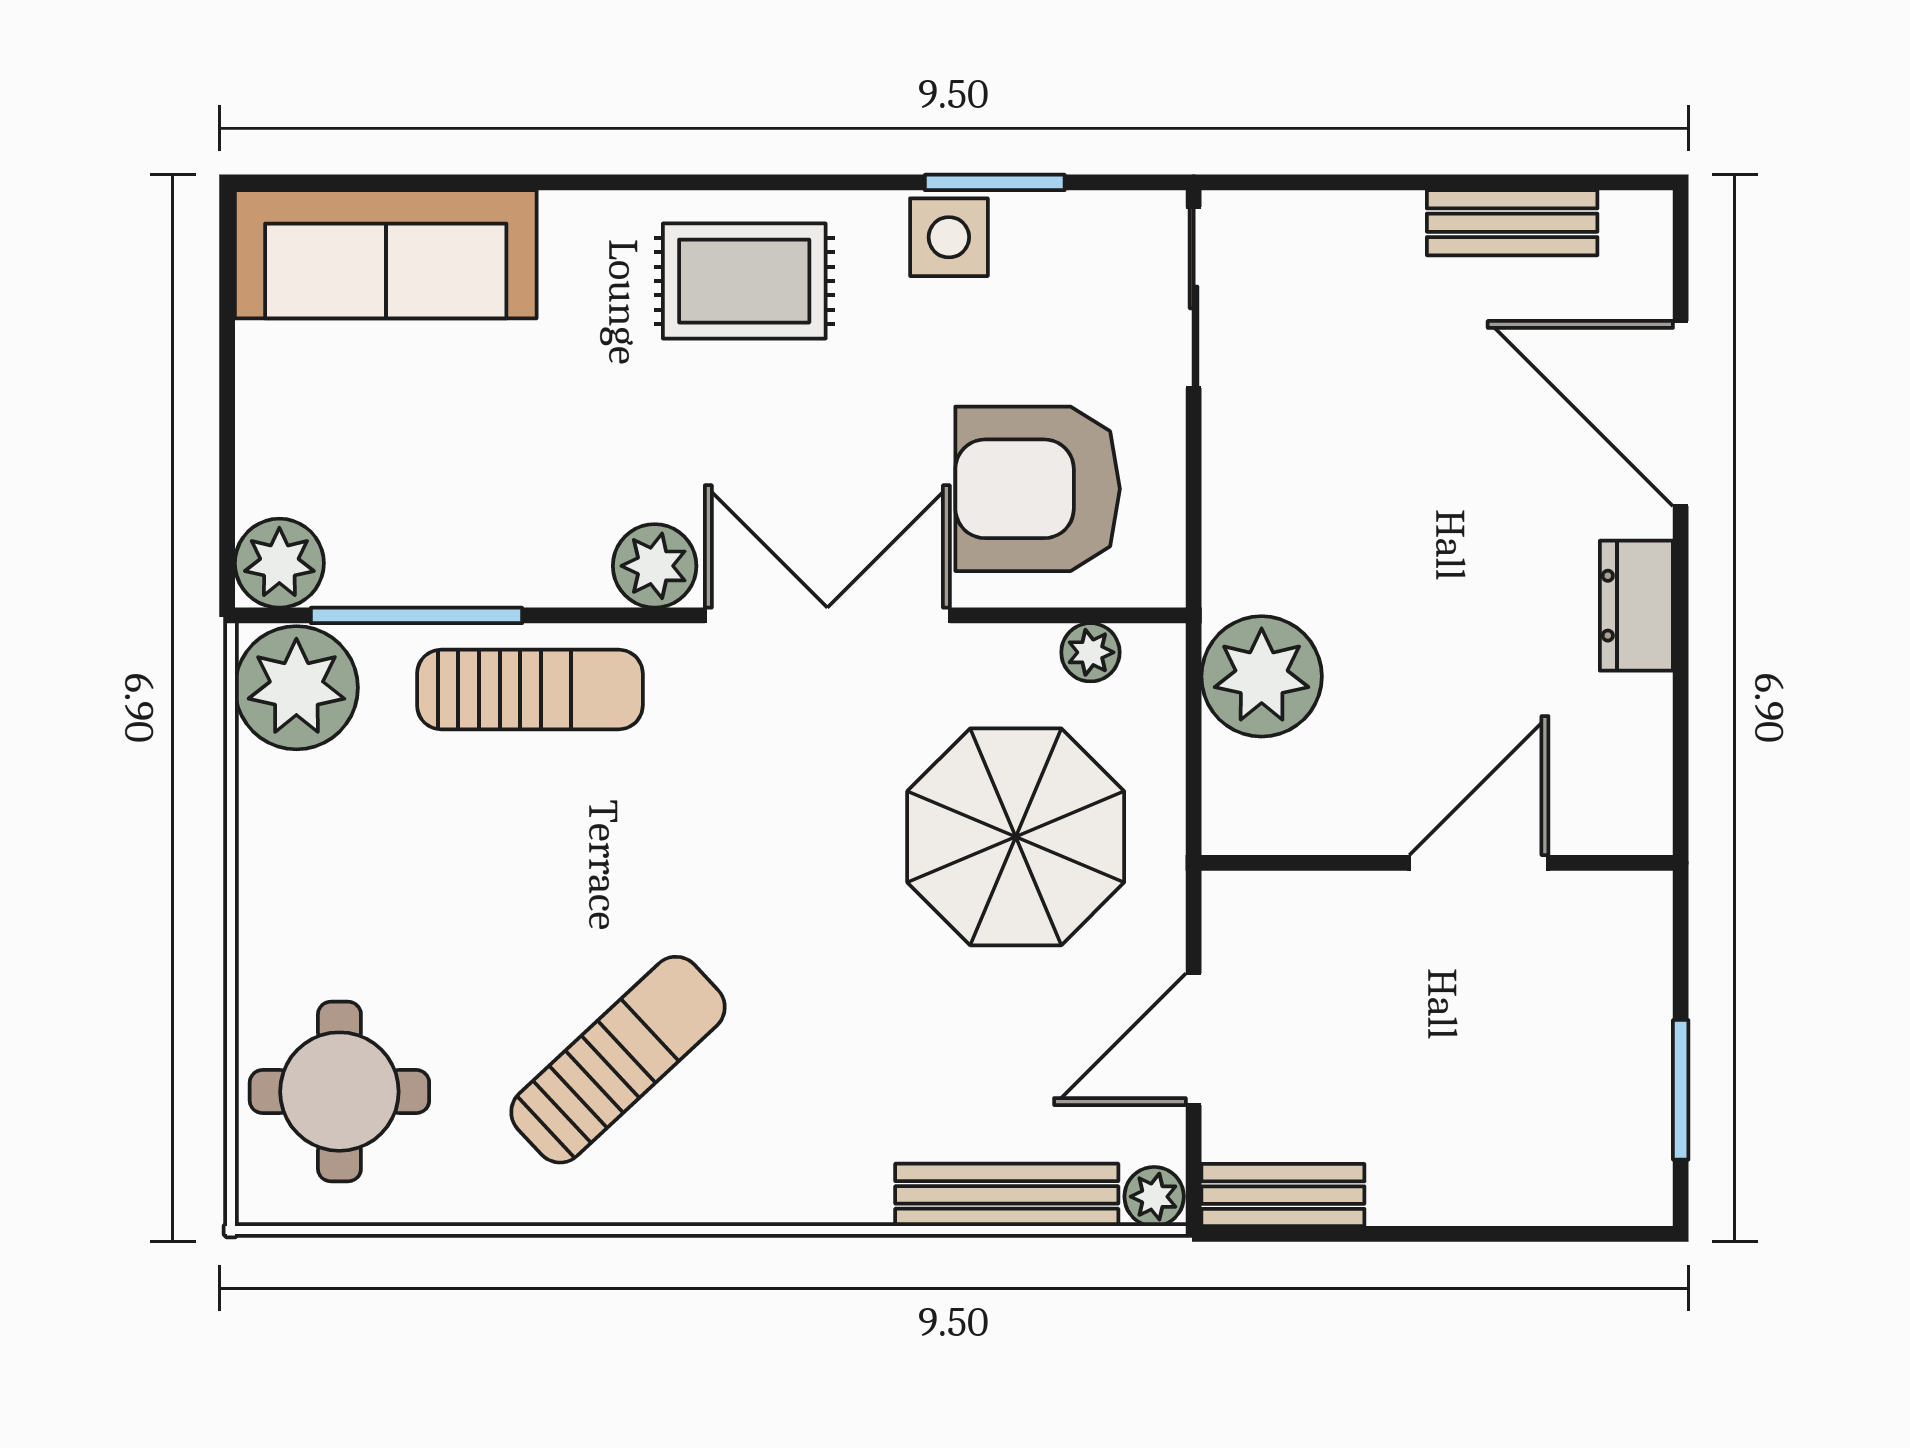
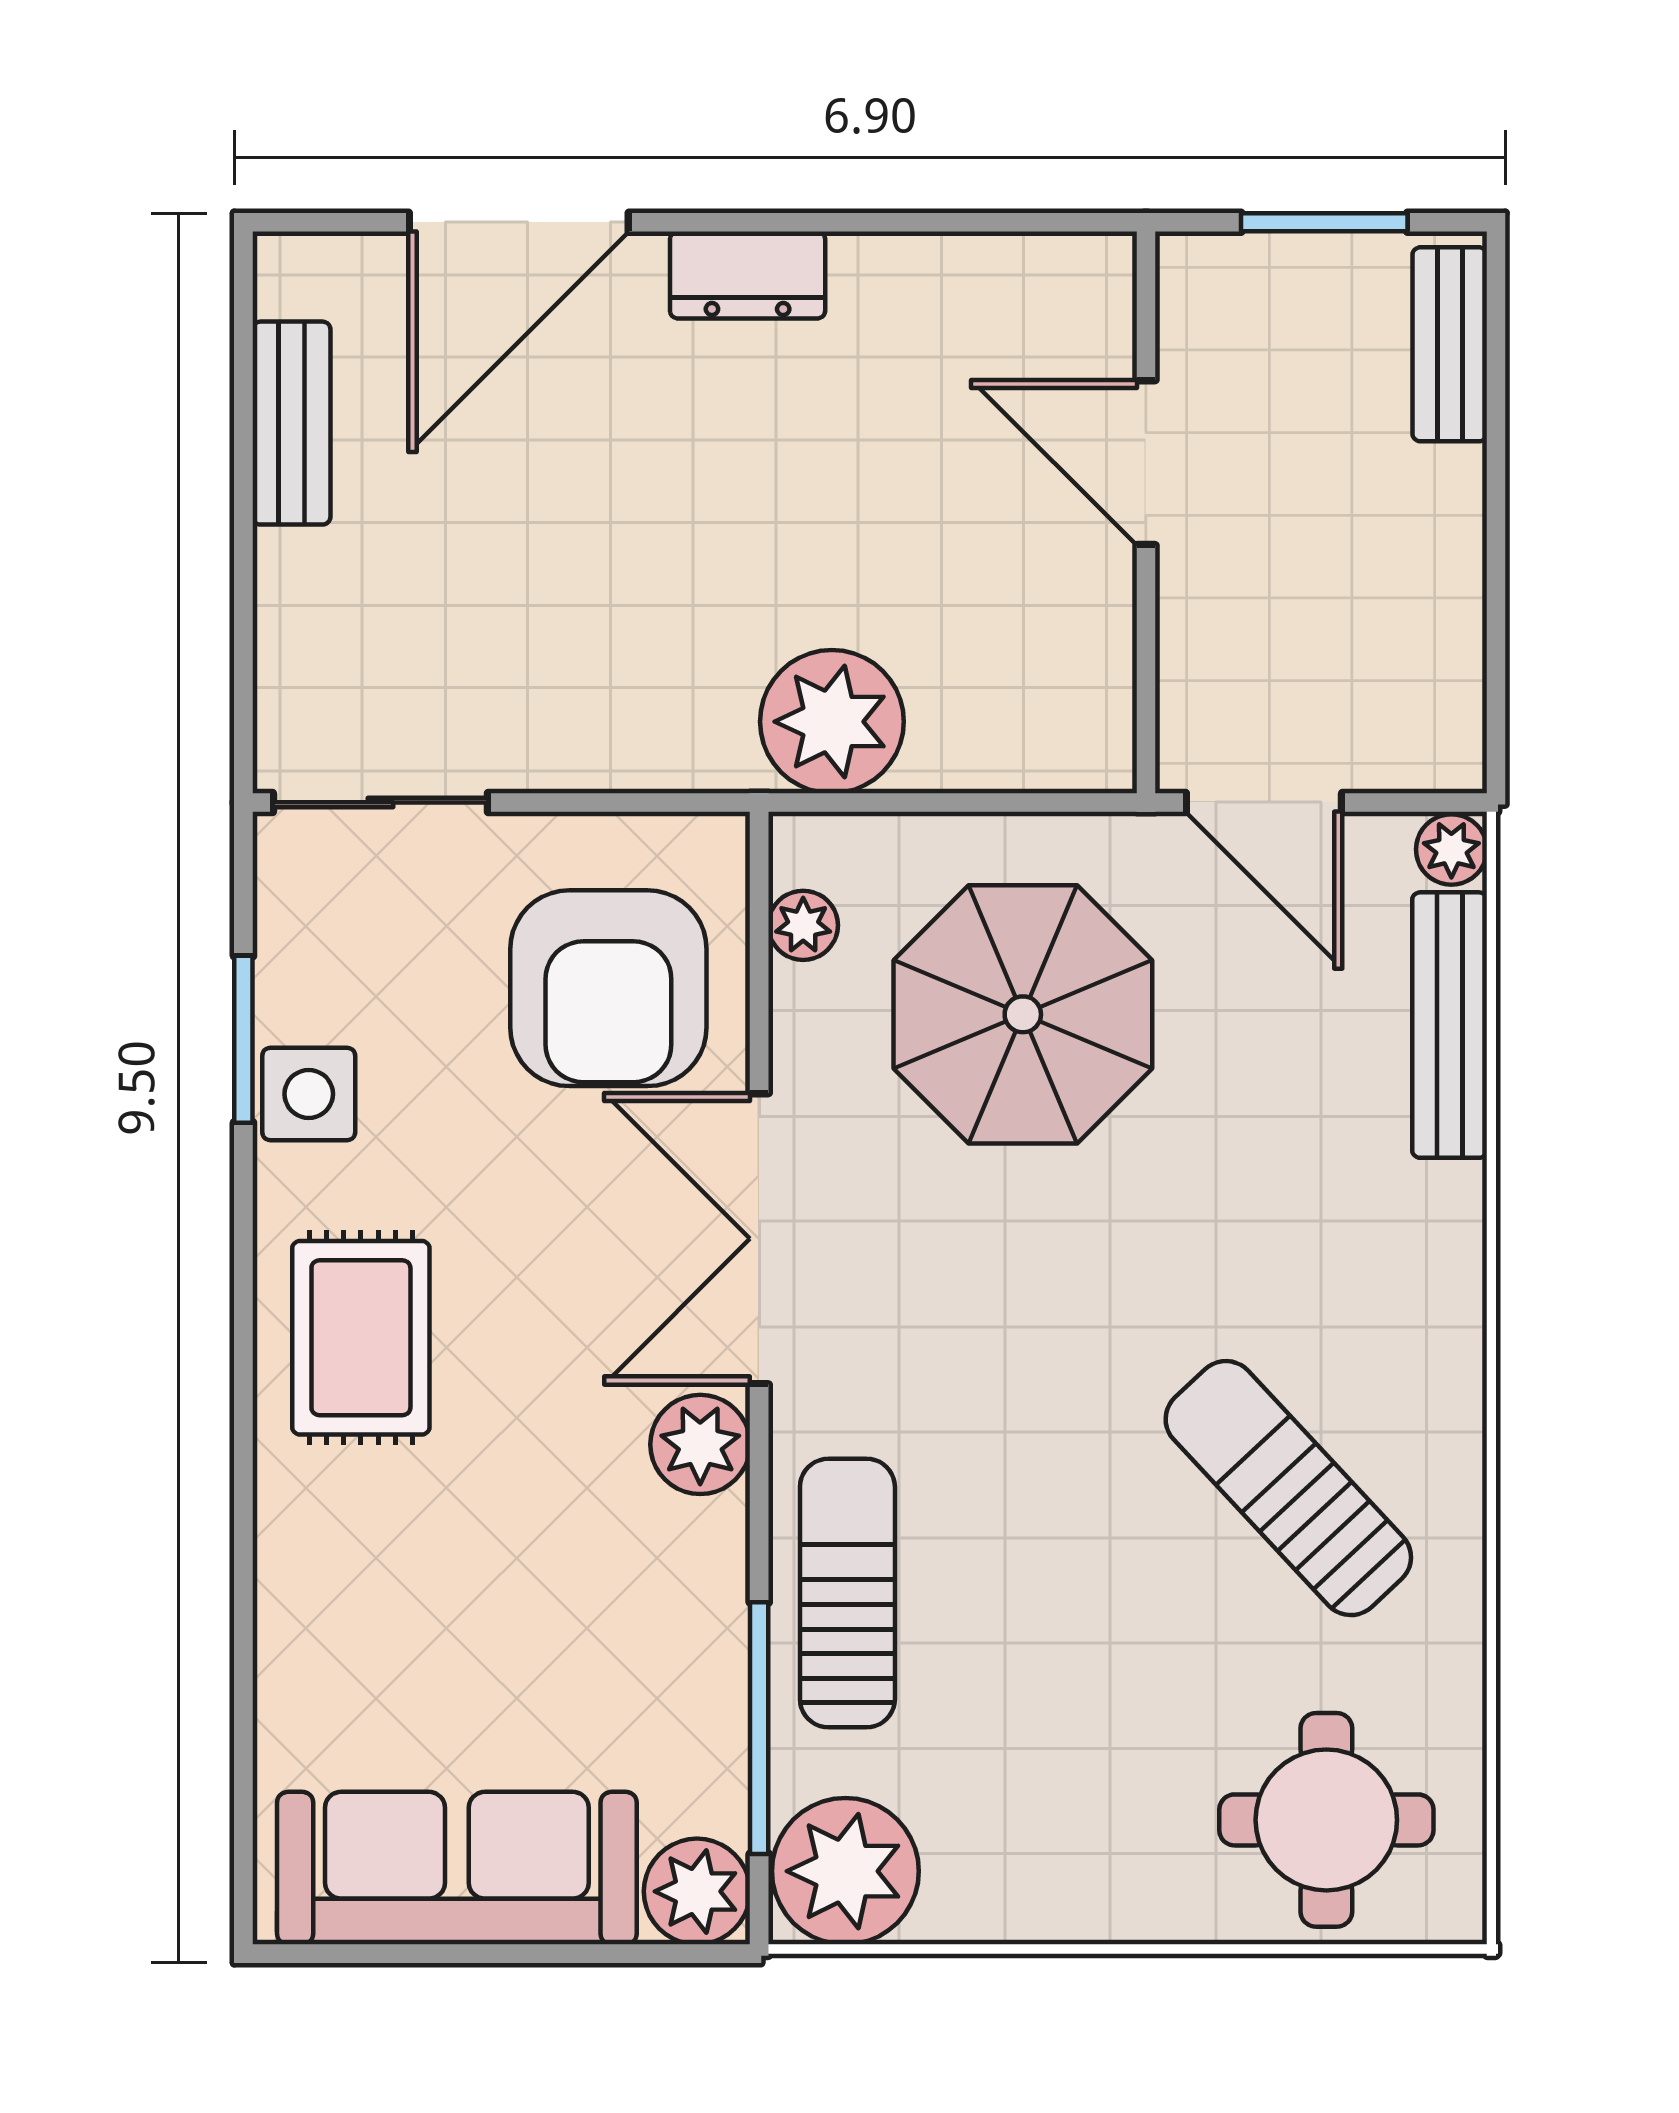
sofa: (386, 254) -> (457, 1868), moved, turned -90
wall: (1437, 863) -> (1146, 512), moved
door: (1479, 863) -> (1146, 463), moved
bench: (1283, 1195) -> (1450, 344), moved

